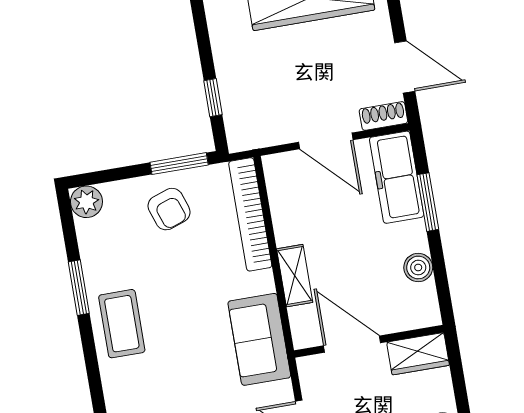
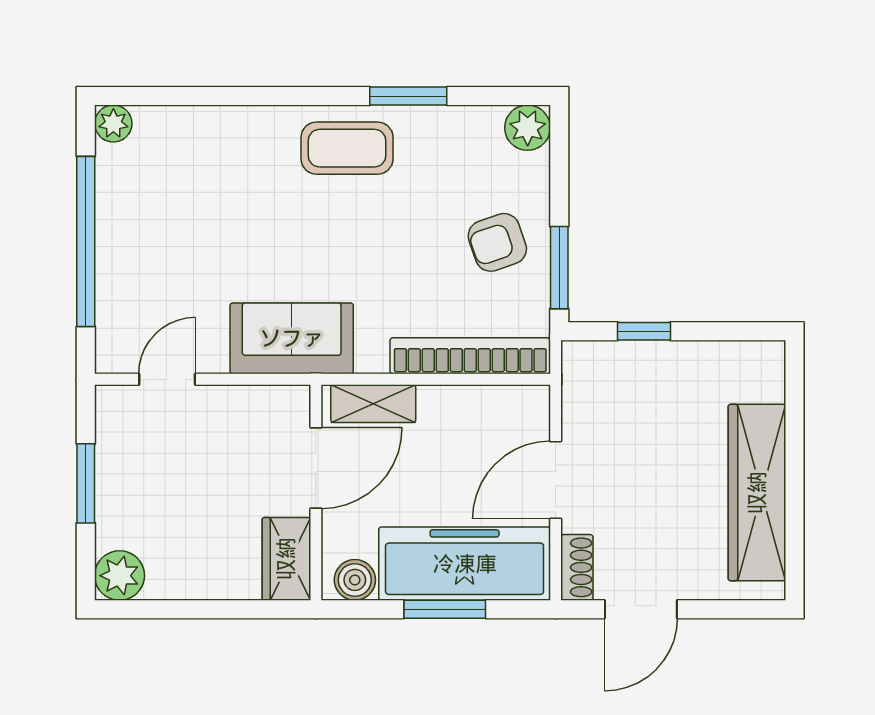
freezer: (397, 177) -> (465, 564), width x1.36, depth x1.26
wall: (369, 341) -> (316, 493), moved
door: (352, 344) -> (316, 468), moved
wardrobe: (418, 354) -> (286, 559), moved

